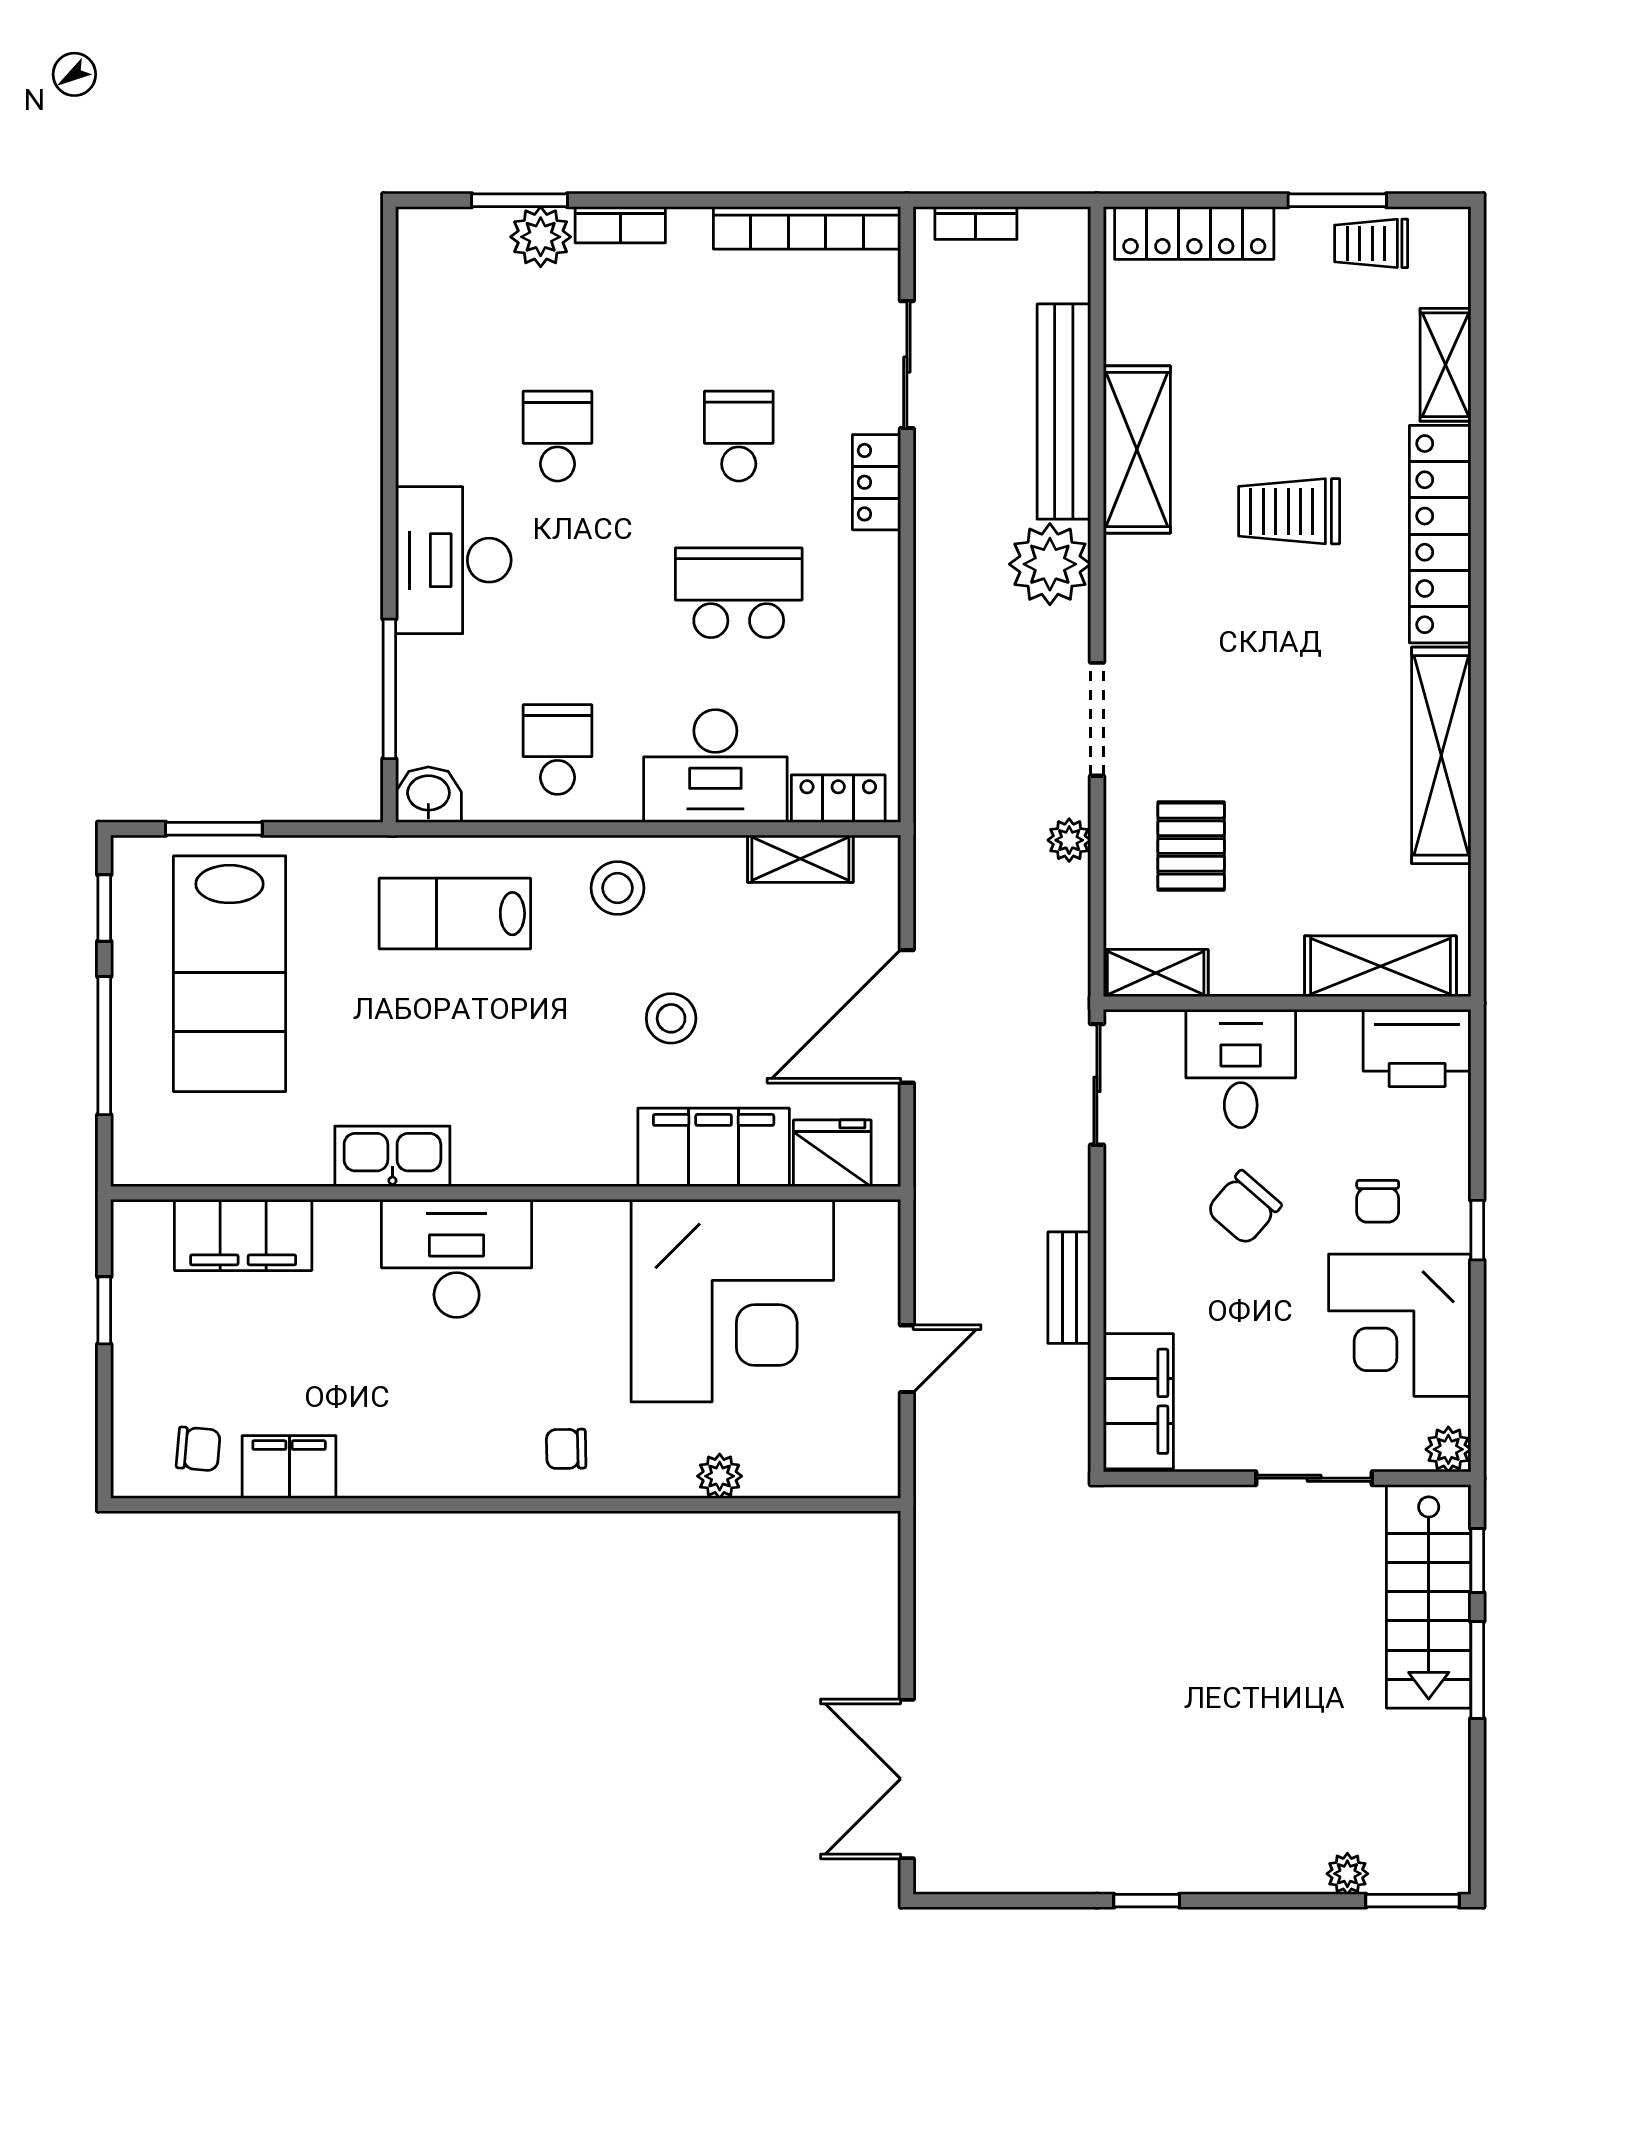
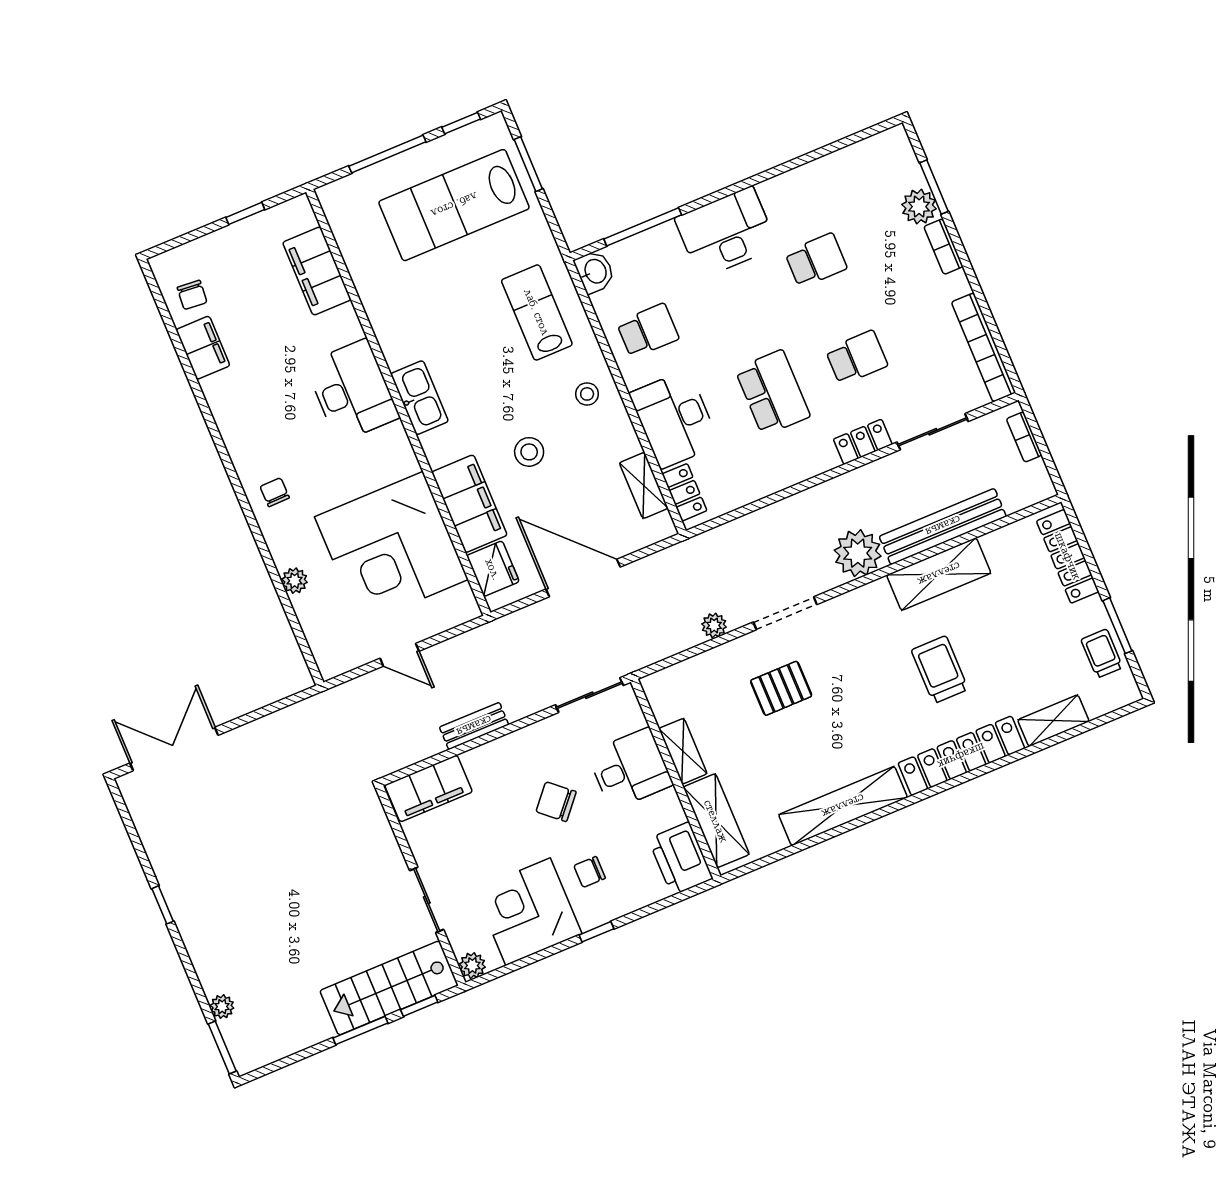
pallet: (1191, 846) -> (781, 688), moved
stool: (618, 888) -> (587, 394), width x0.73, depth x0.73
shelving: (1156, 973) -> (683, 751), moved
kitchen sink: (392, 1156) -> (419, 398), moved

